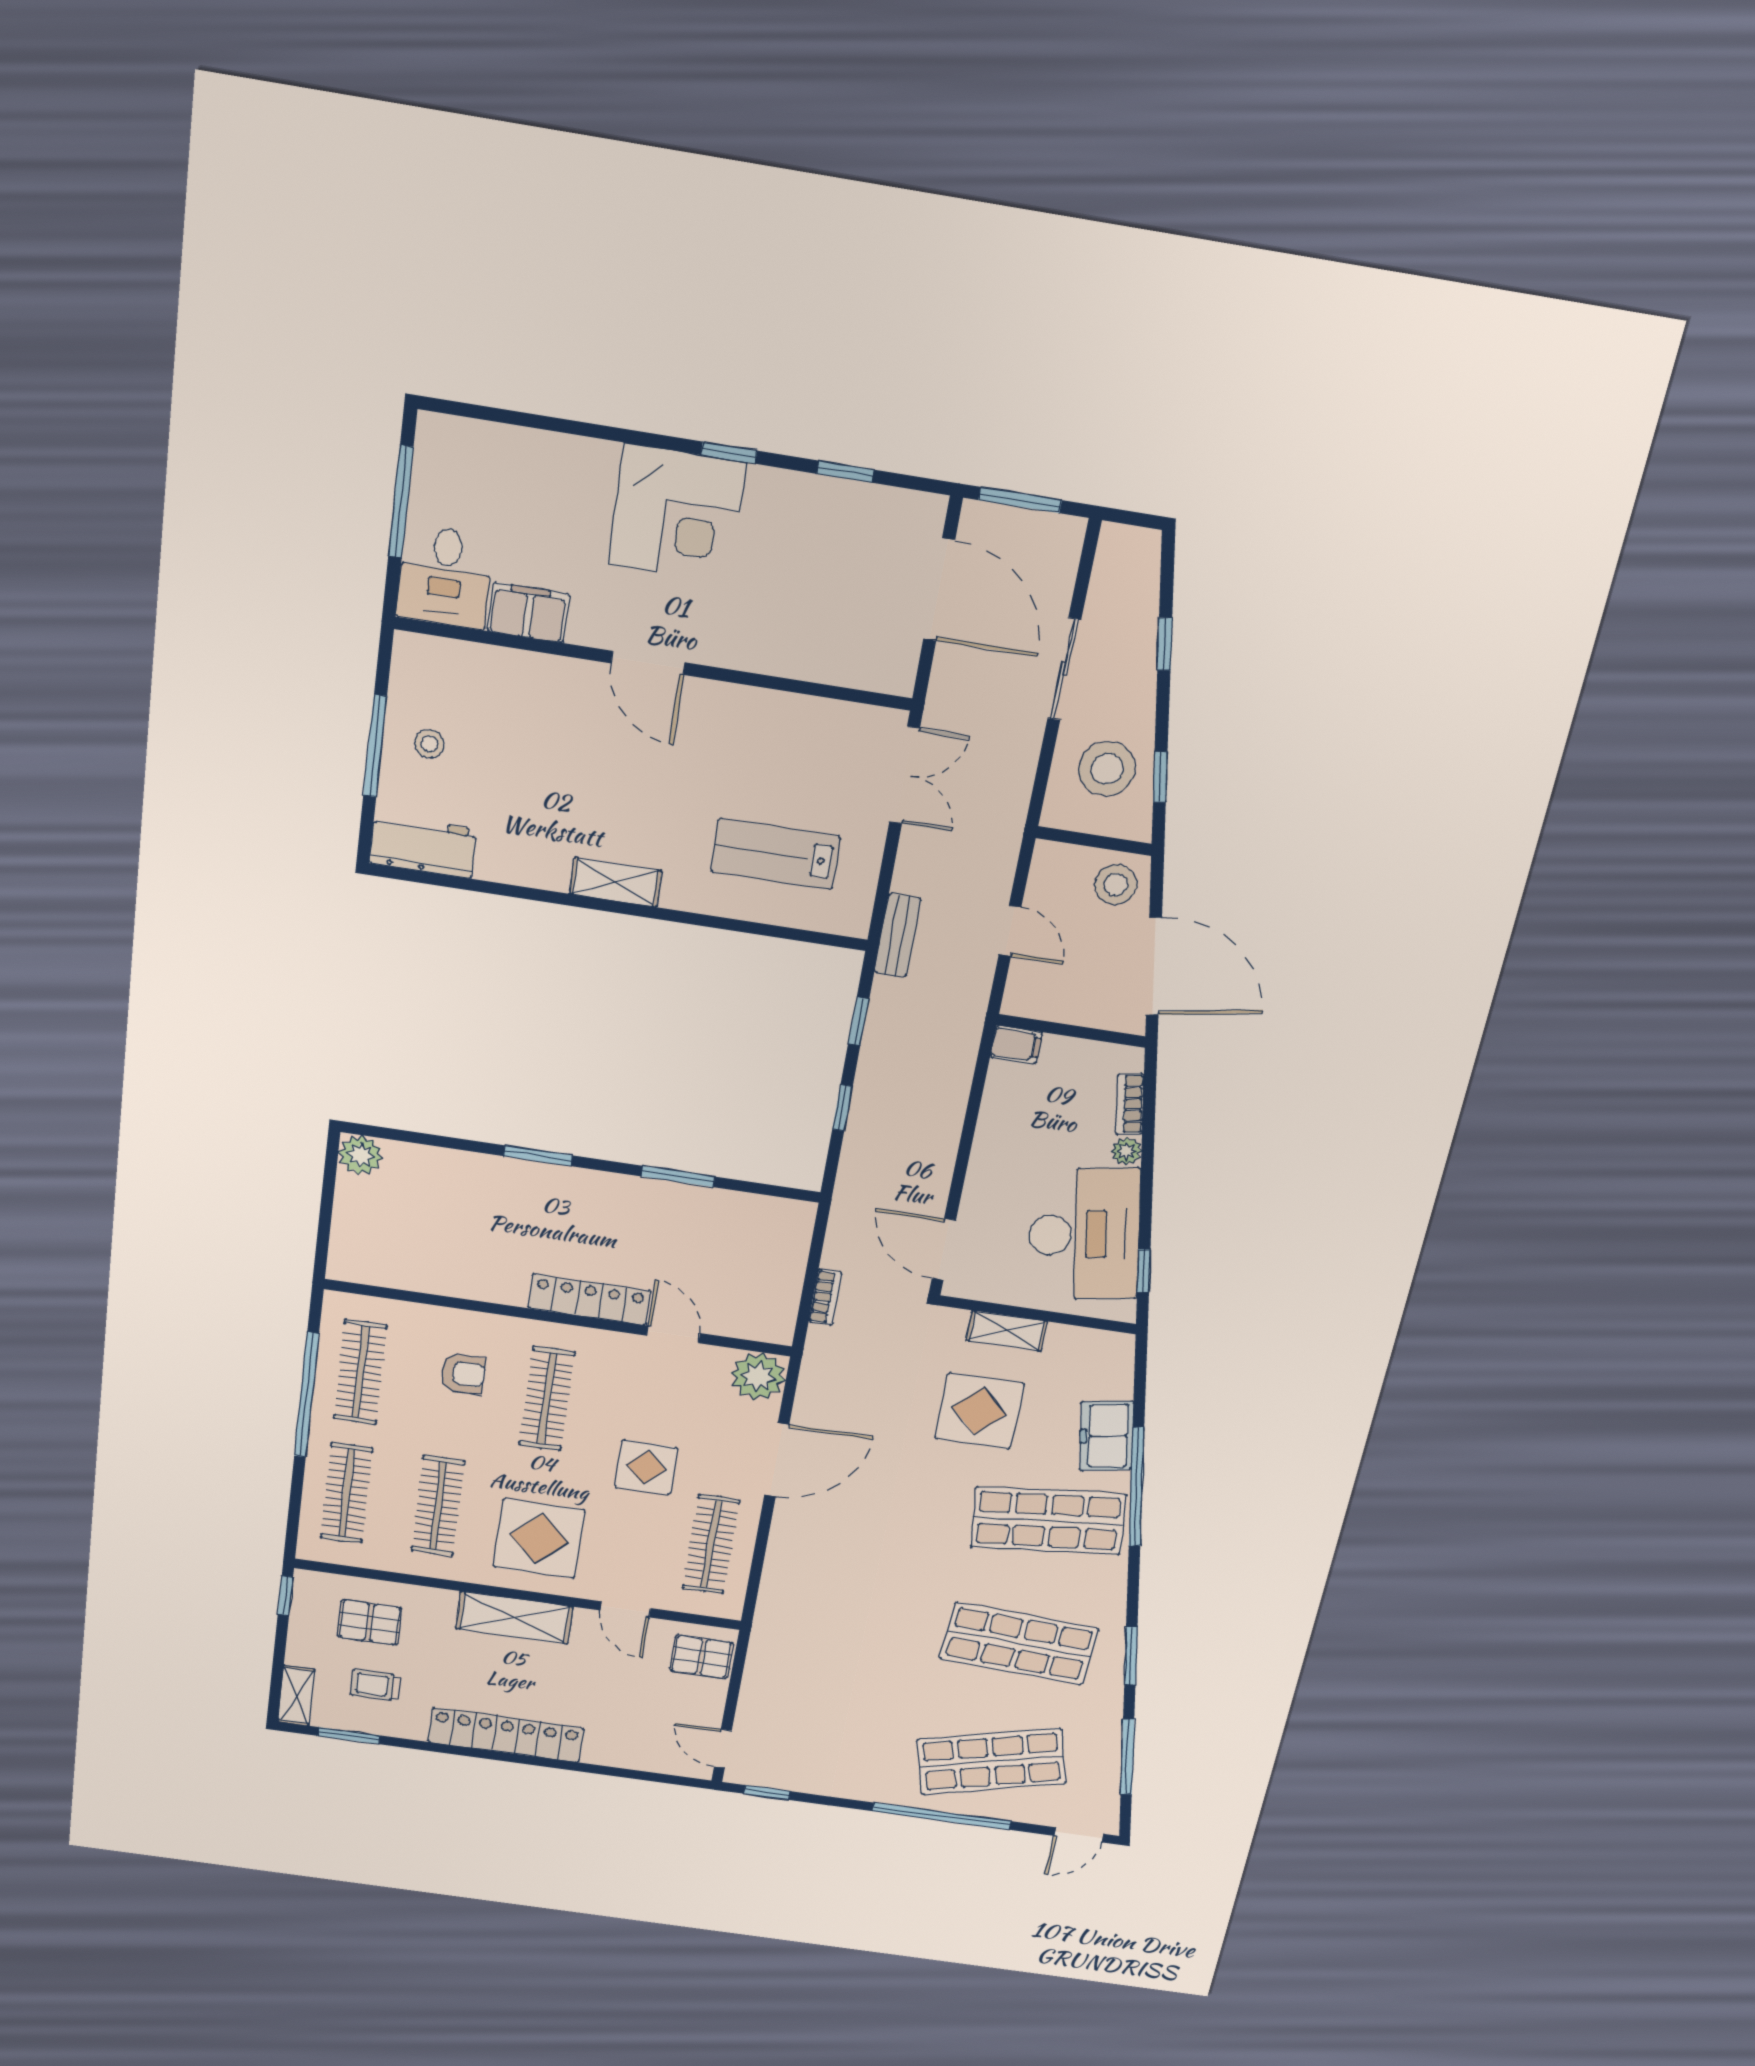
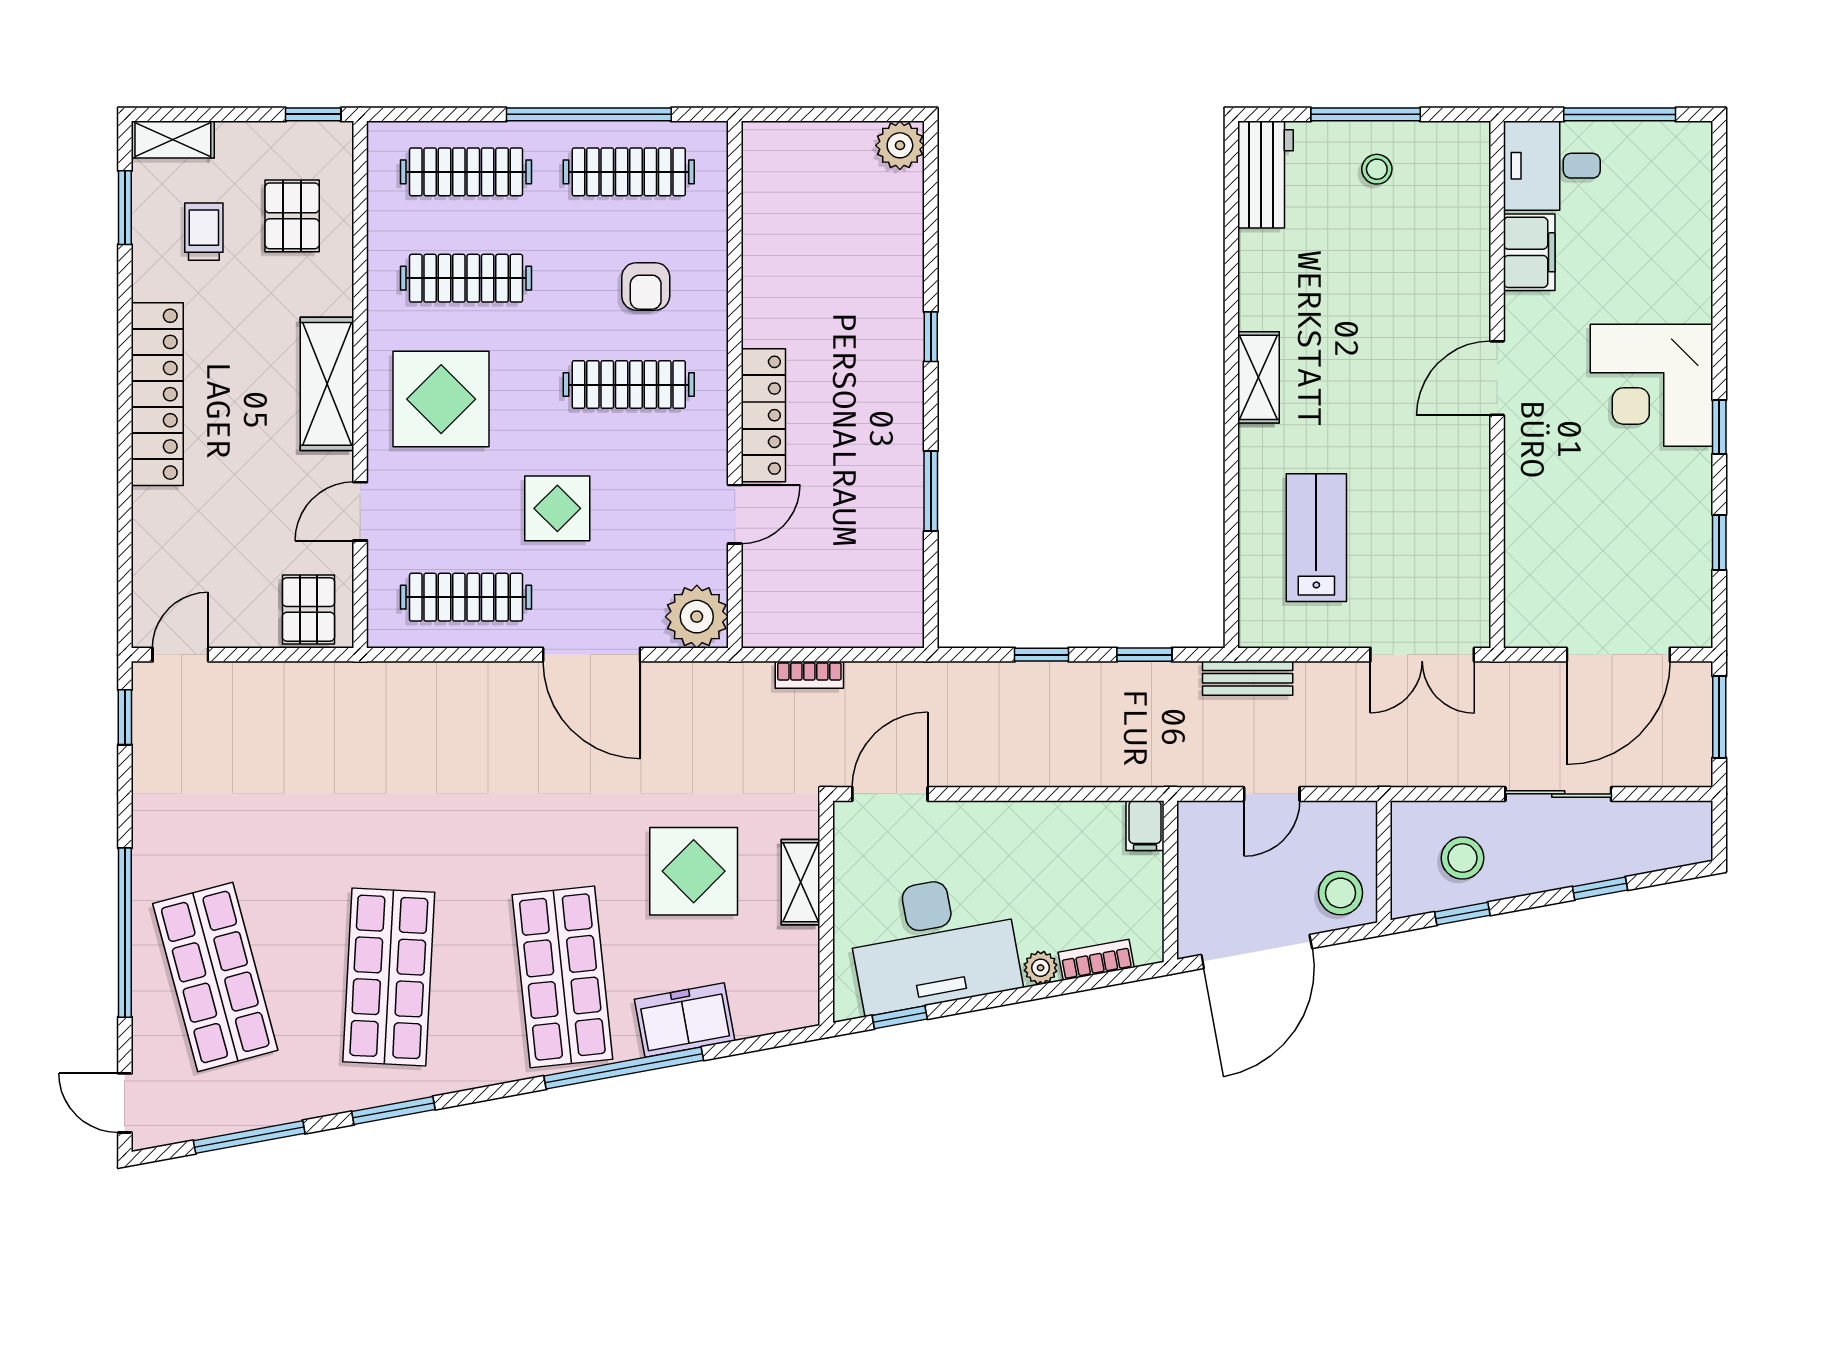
stool: (1107, 769) -> (1463, 858), width x0.73, depth x0.73
window: (538, 1156) -> (931, 337), width x0.67

